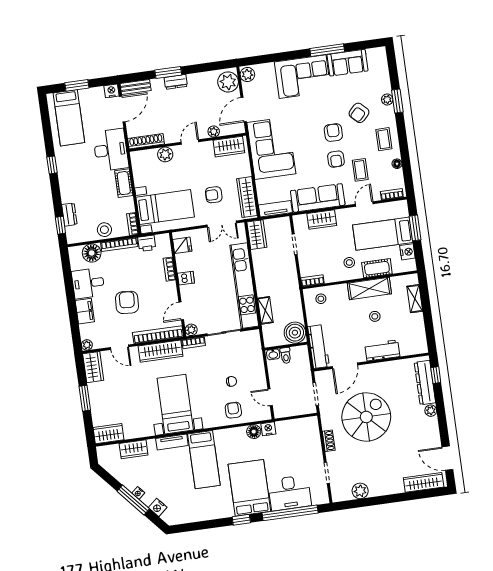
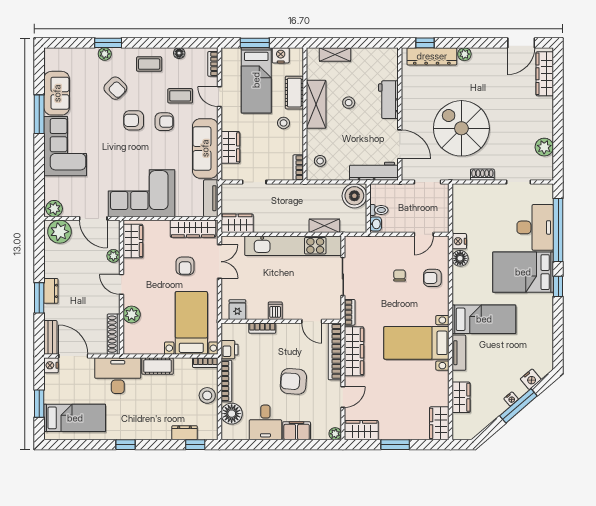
plant: (191, 330) -> (335, 313), removed

